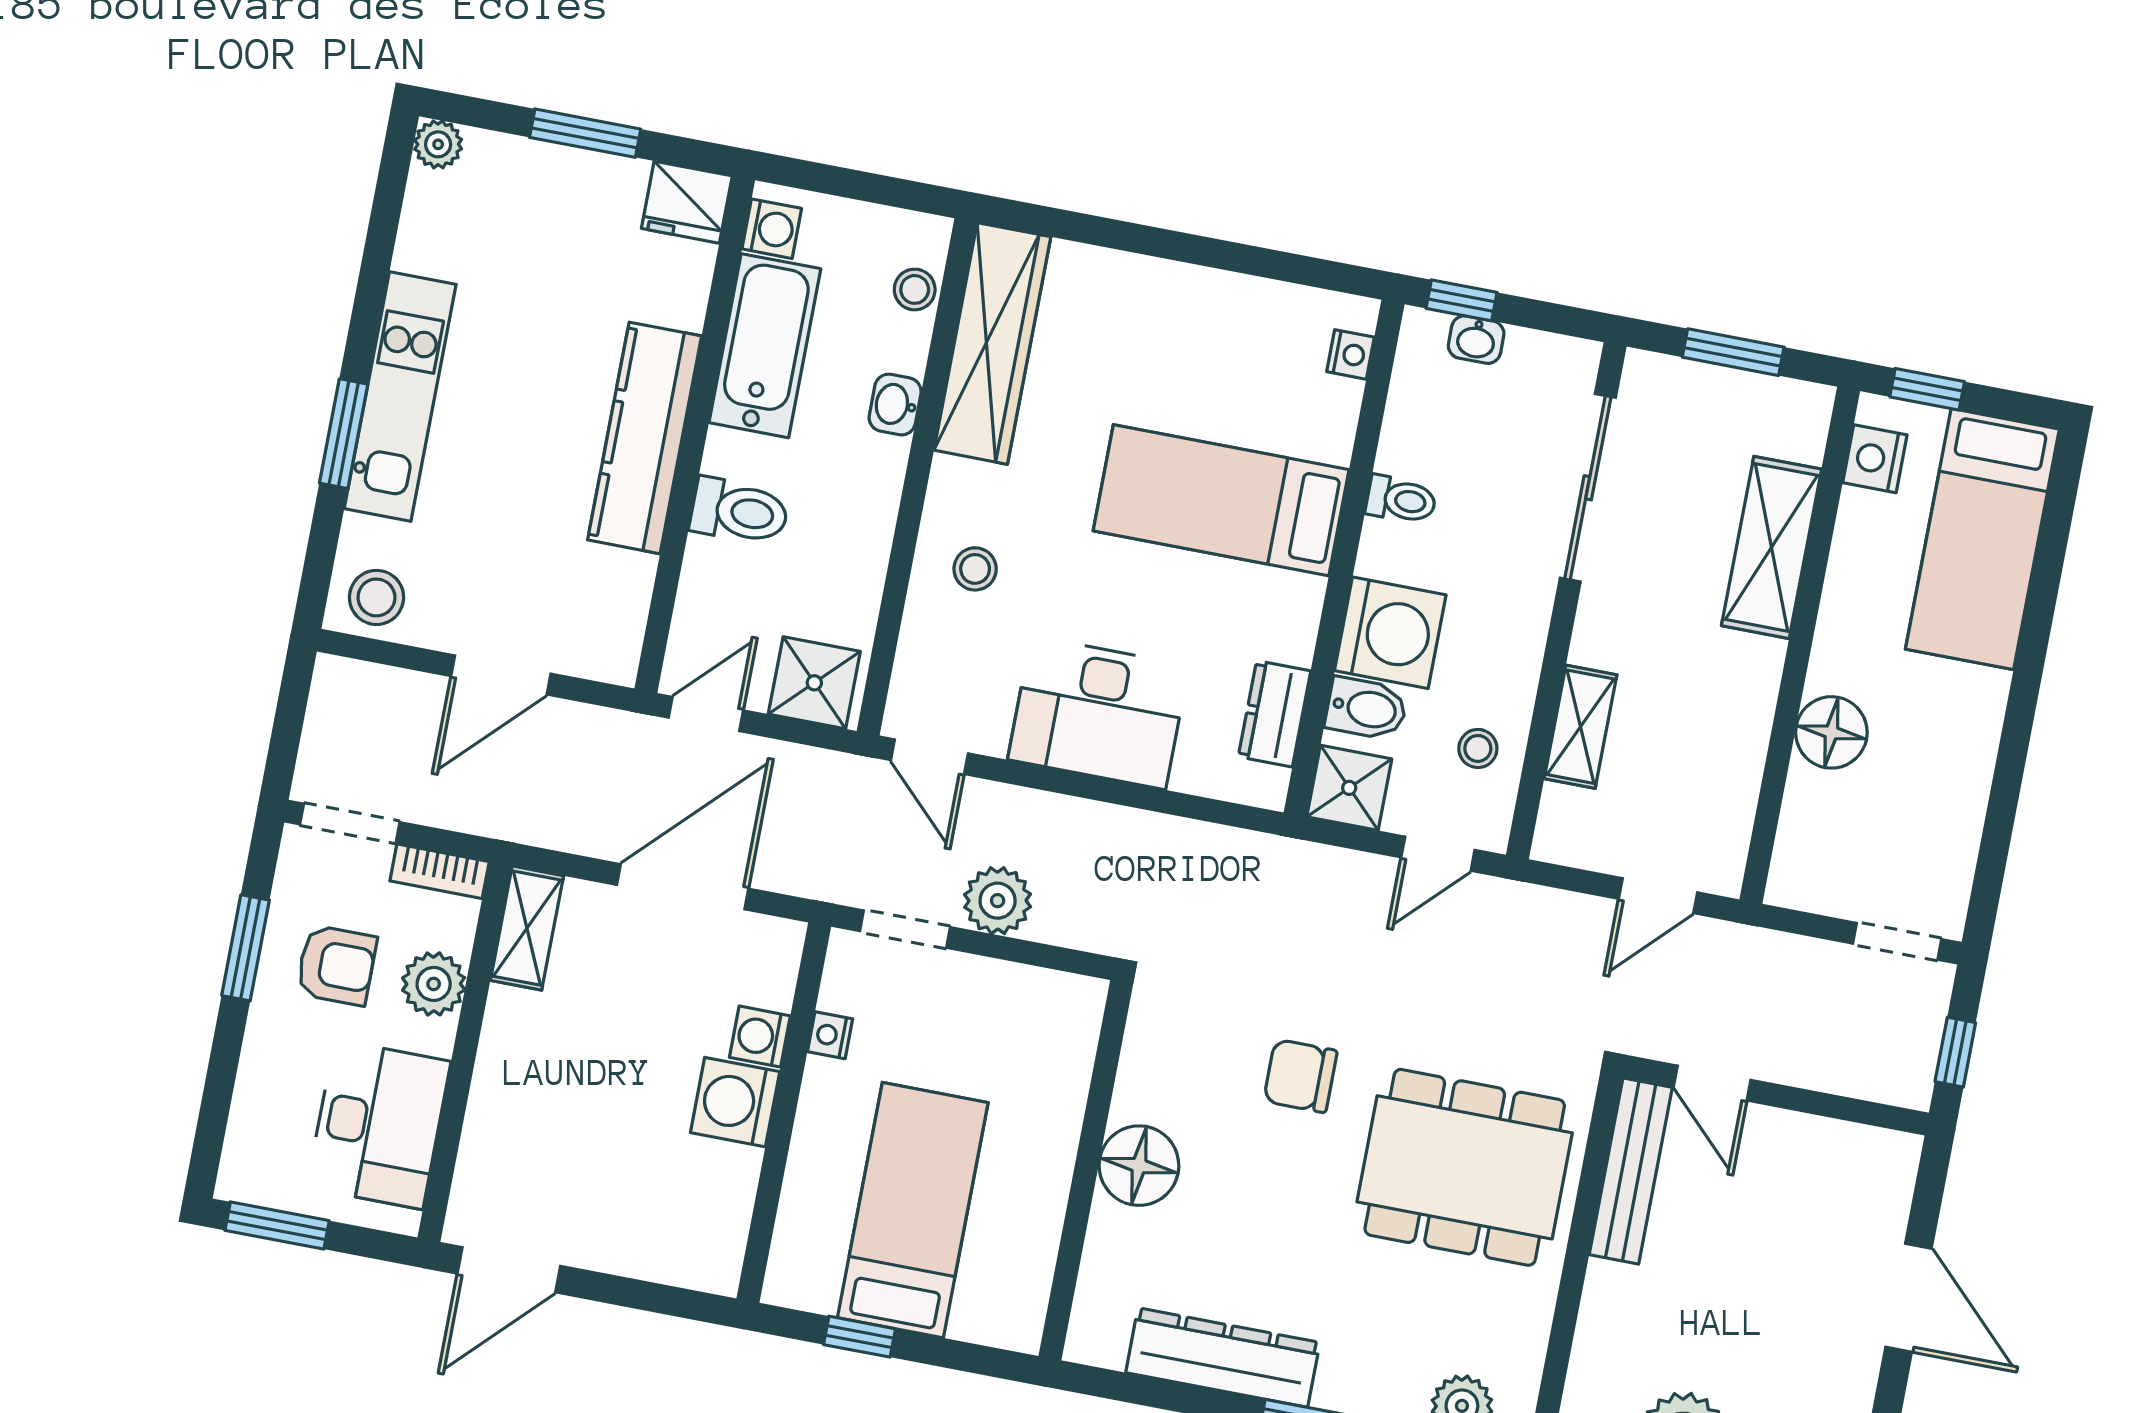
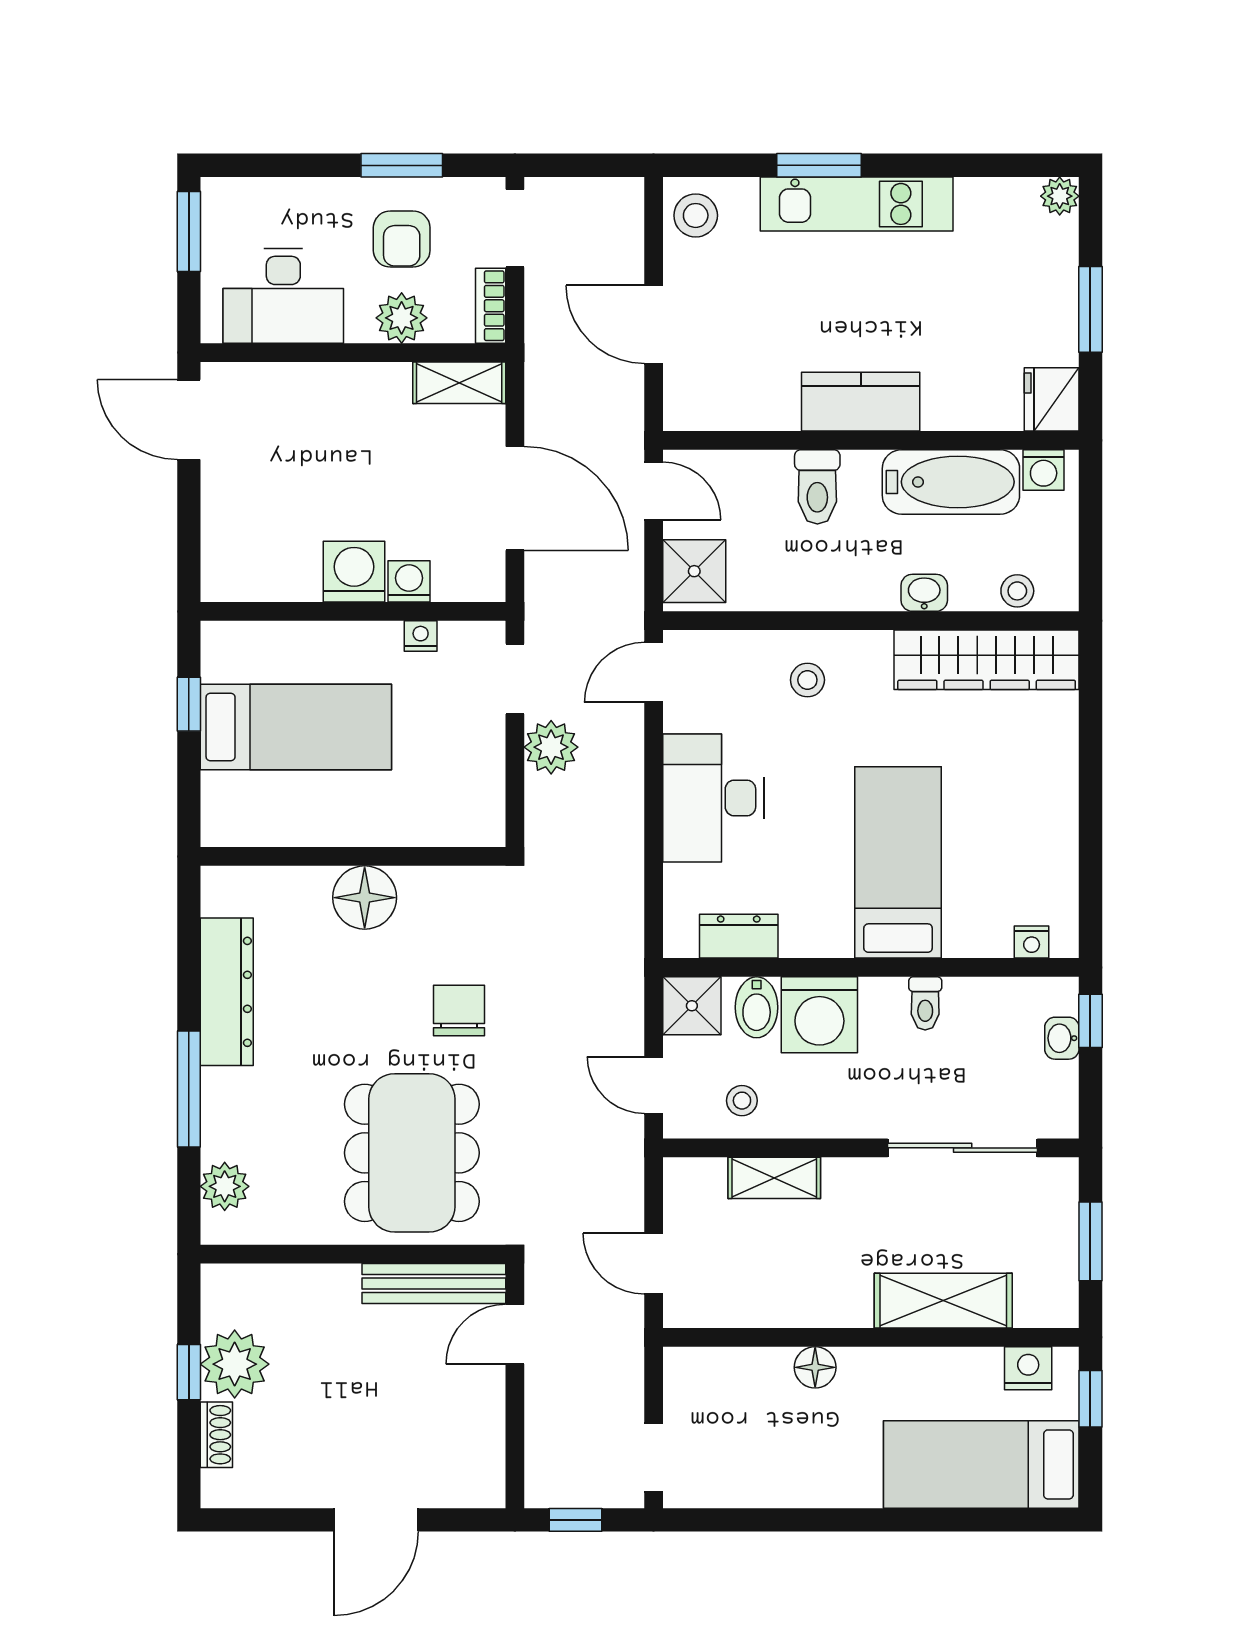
kitchen counter: (645, 438) -> (861, 402), width x0.67
floor lamp: (1831, 732) -> (815, 1367), width x0.73, depth x0.73

